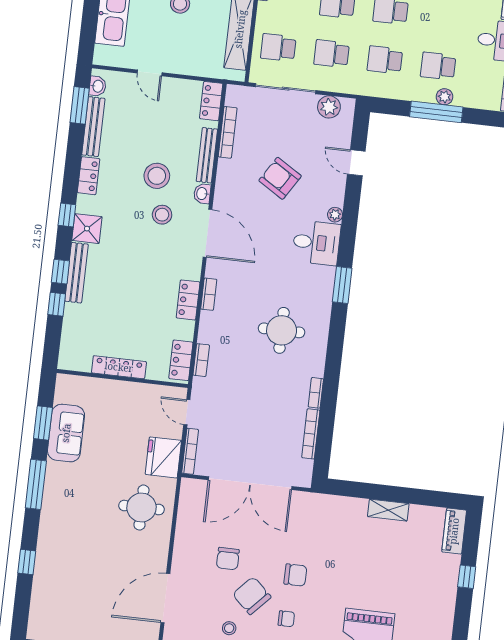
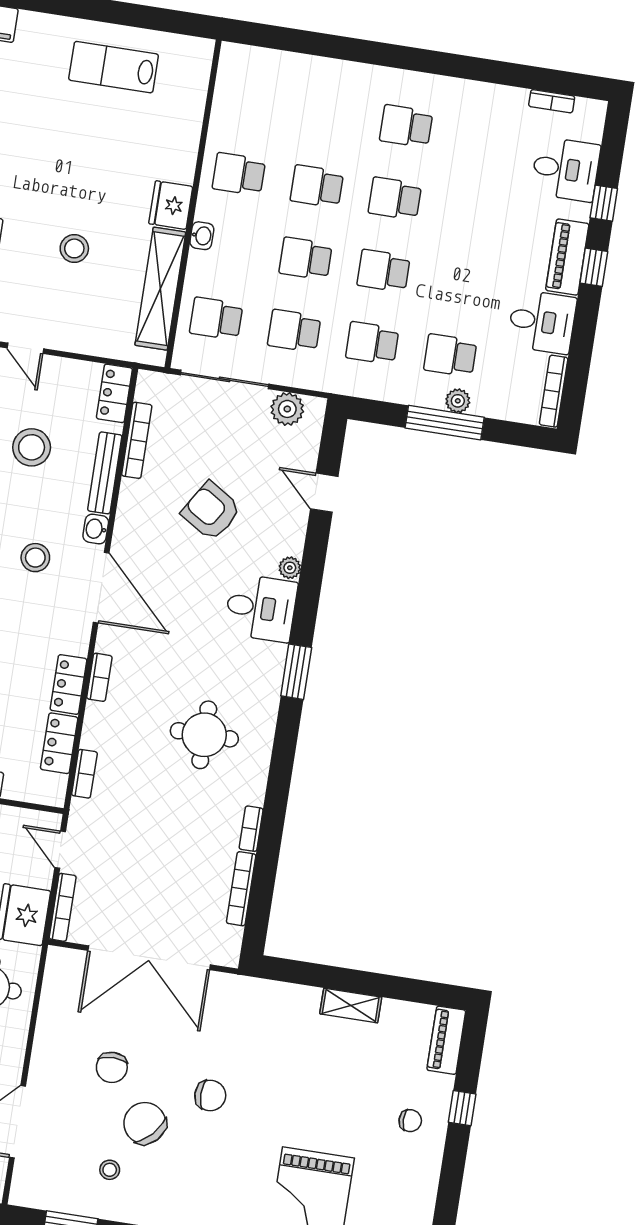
stool: (157, 176) -> (32, 447), moved
locker: (181, 360) -> (59, 743), moved
chair: (286, 619) -> (410, 1121), moved

